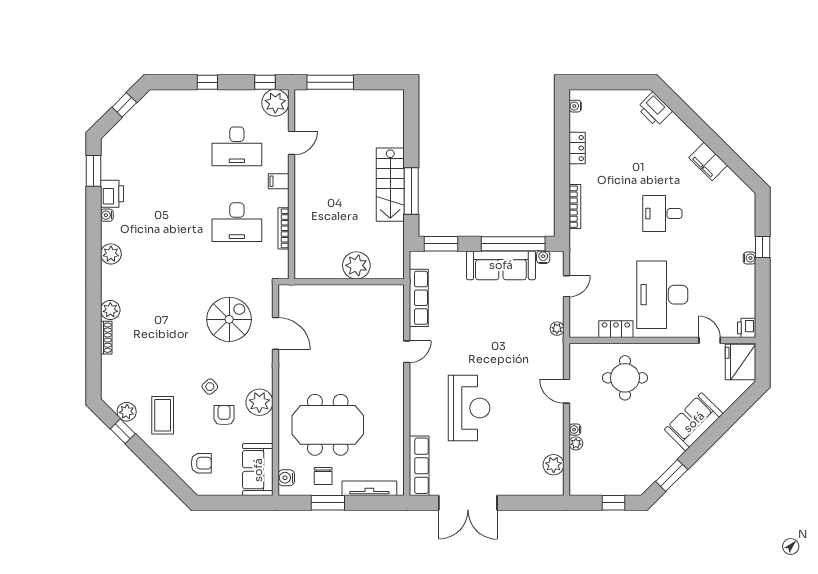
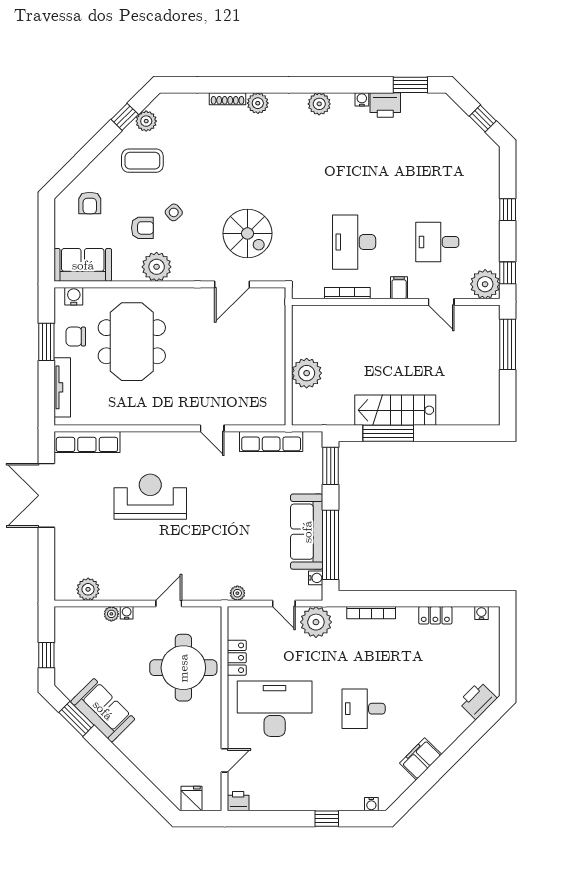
desk: (237, 146) -> (437, 242), width x0.73
desk: (662, 213) -> (364, 709), turned -90
plant: (583, 257) -> (316, 622), added
water cooler: (749, 258) -> (371, 804), moved
fridge: (740, 362) -> (192, 798), width x0.53, depth x0.75
round table: (625, 378) -> (183, 668), width x1.36, depth x1.36
reception desk: (469, 408) -> (150, 497), turned 180
sofa: (694, 422) -> (103, 710), moved

